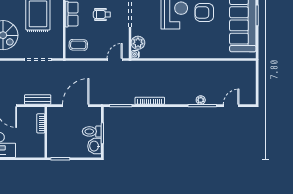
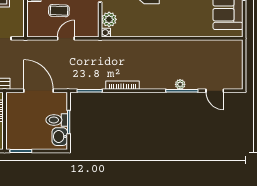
coffee table: (78, 45) -> (59, 11), moved
door: (115, 59) -> (66, 38), moved
door: (76, 106) -> (38, 91), hinge flipped
door: (231, 106) -> (215, 91), swing flipped

